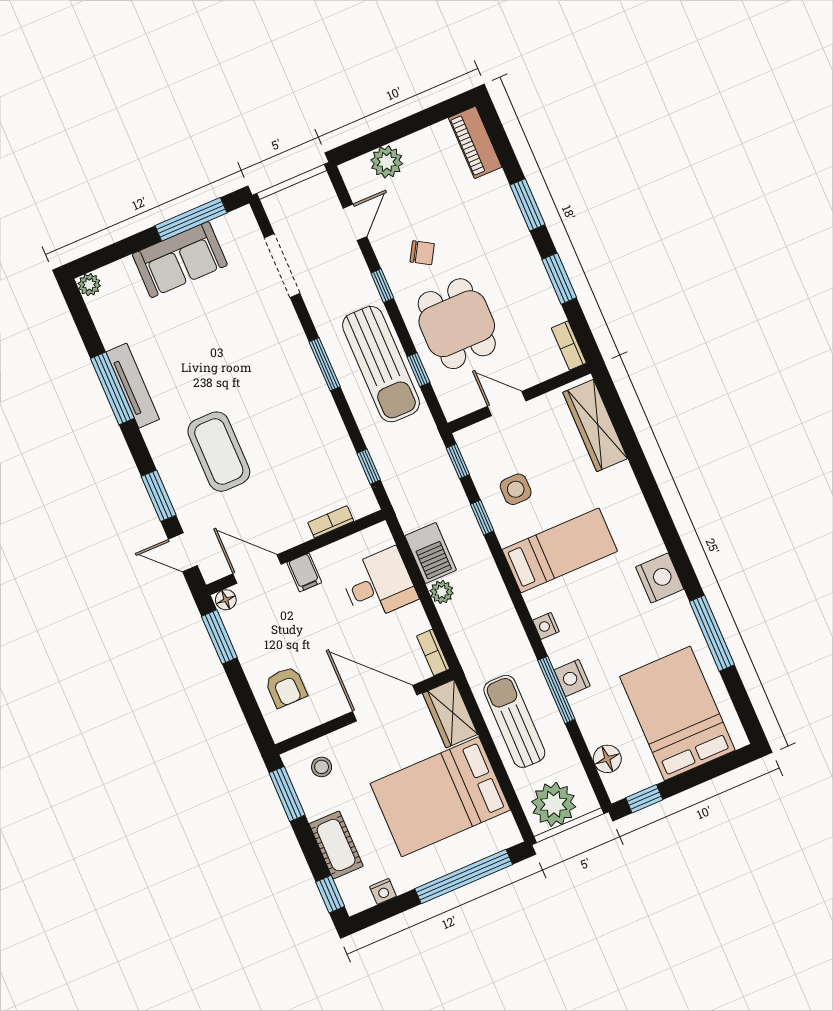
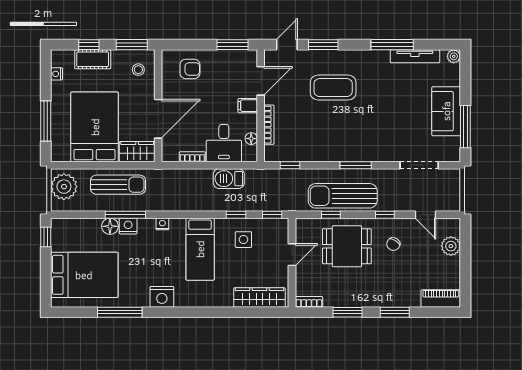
tv unit: (133, 386) -> (415, 56), moved
bookcase: (331, 522) -> (269, 125), width x1.56
plant: (442, 592) -> (205, 175), removed
floor lamp: (226, 600) -> (251, 139), moved
bookcase: (433, 652) -> (192, 157), moved
armchair: (286, 687) -> (190, 69), turned 180
floor lamp: (607, 759) -> (110, 226), moved
window: (464, 877) -> (46, 121), width x0.68
window: (330, 894) -> (89, 45), moved

